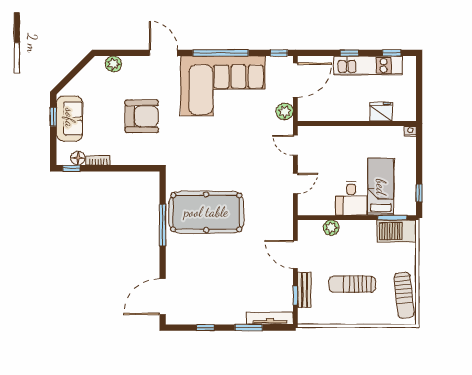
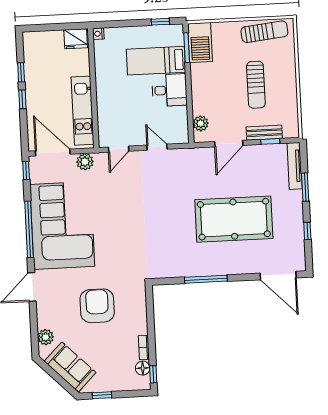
window: (392, 53) -> (21, 72), moved
kitchen unit: (368, 65) -> (82, 111), moved, turned 180
fridge: (381, 112) -> (76, 39), moved, turned -90
sofa: (70, 118) -> (70, 367), moved, turned 45
pool table: (206, 212) -> (234, 219), moved, turned 90
plant: (331, 228) -> (201, 123), moved

